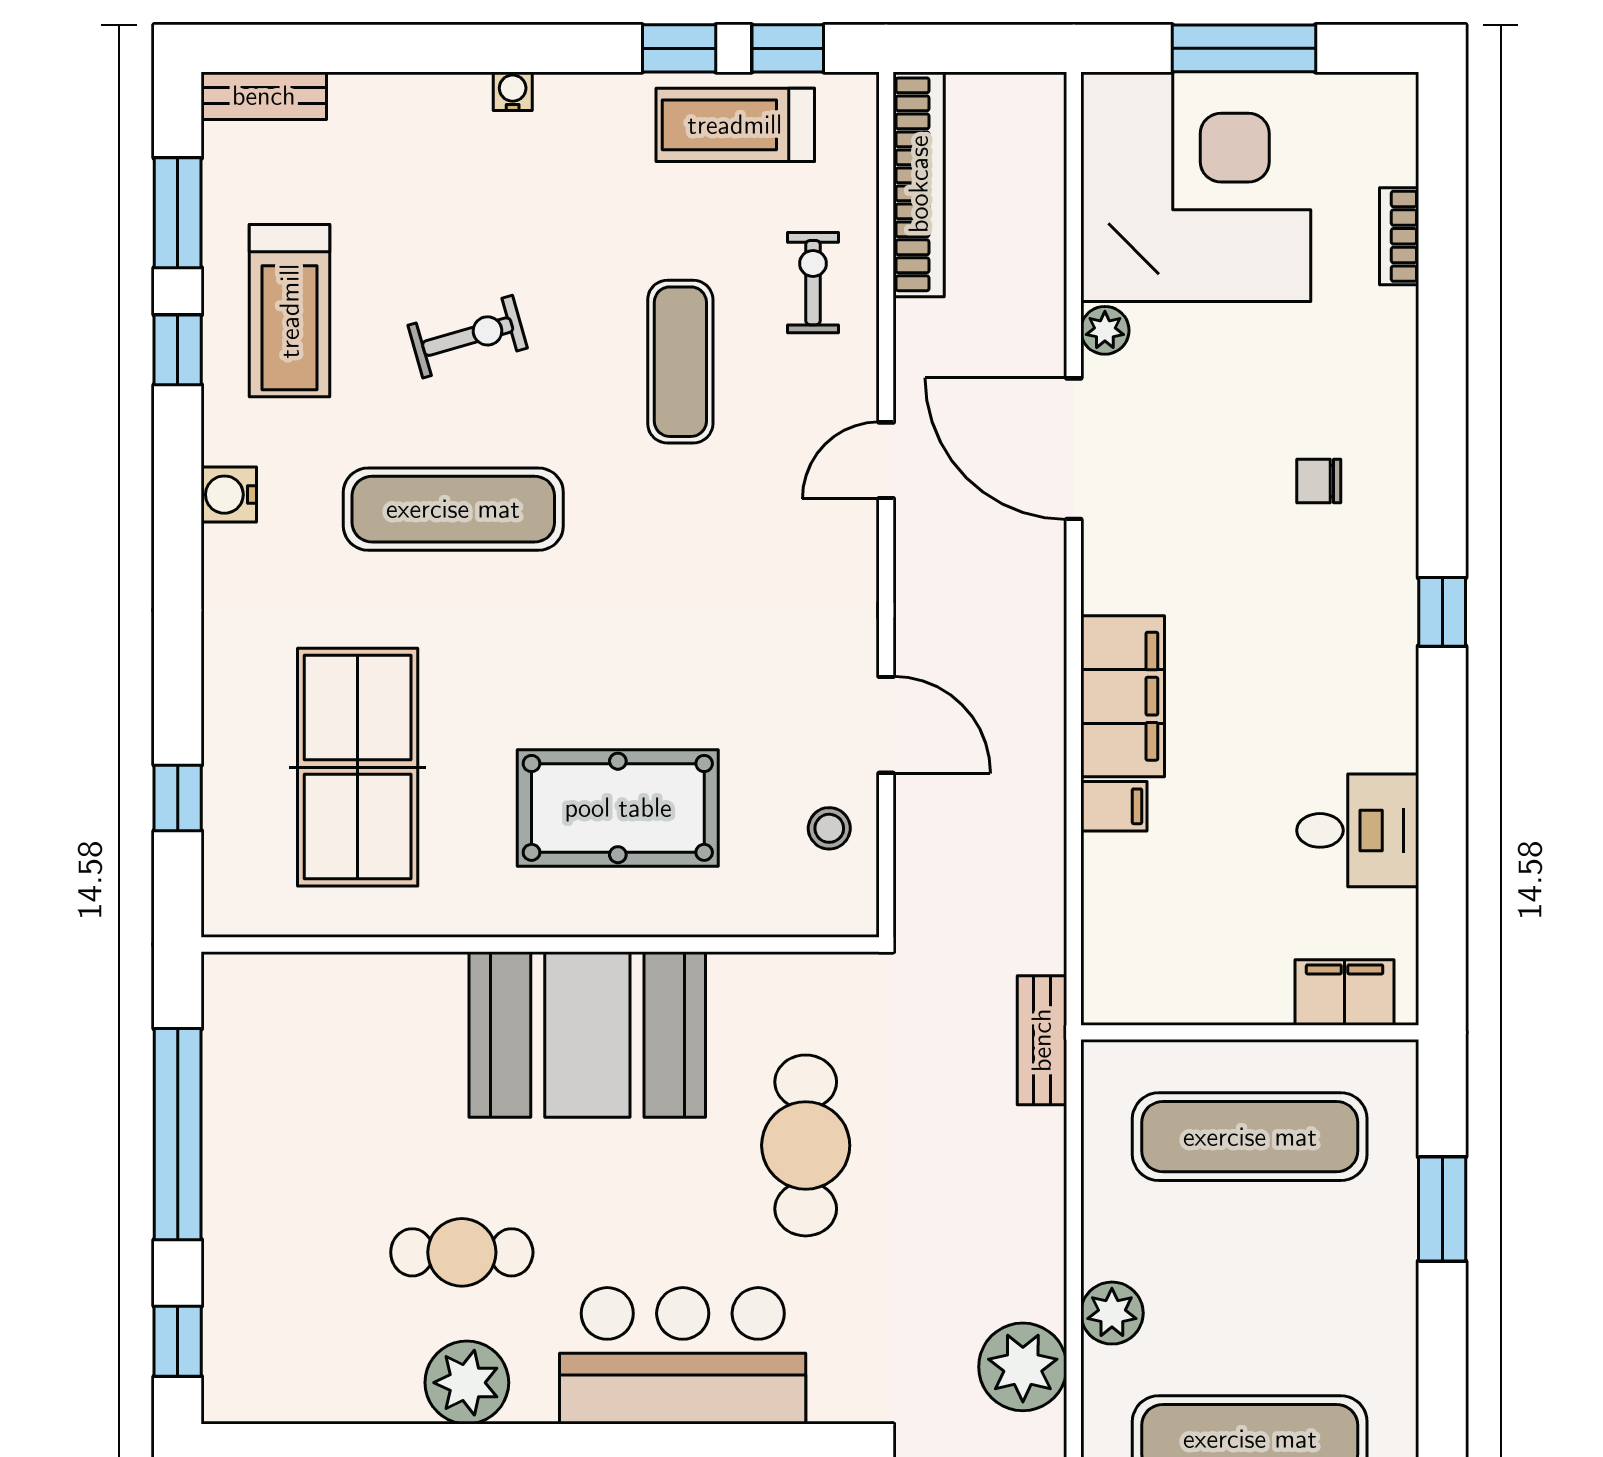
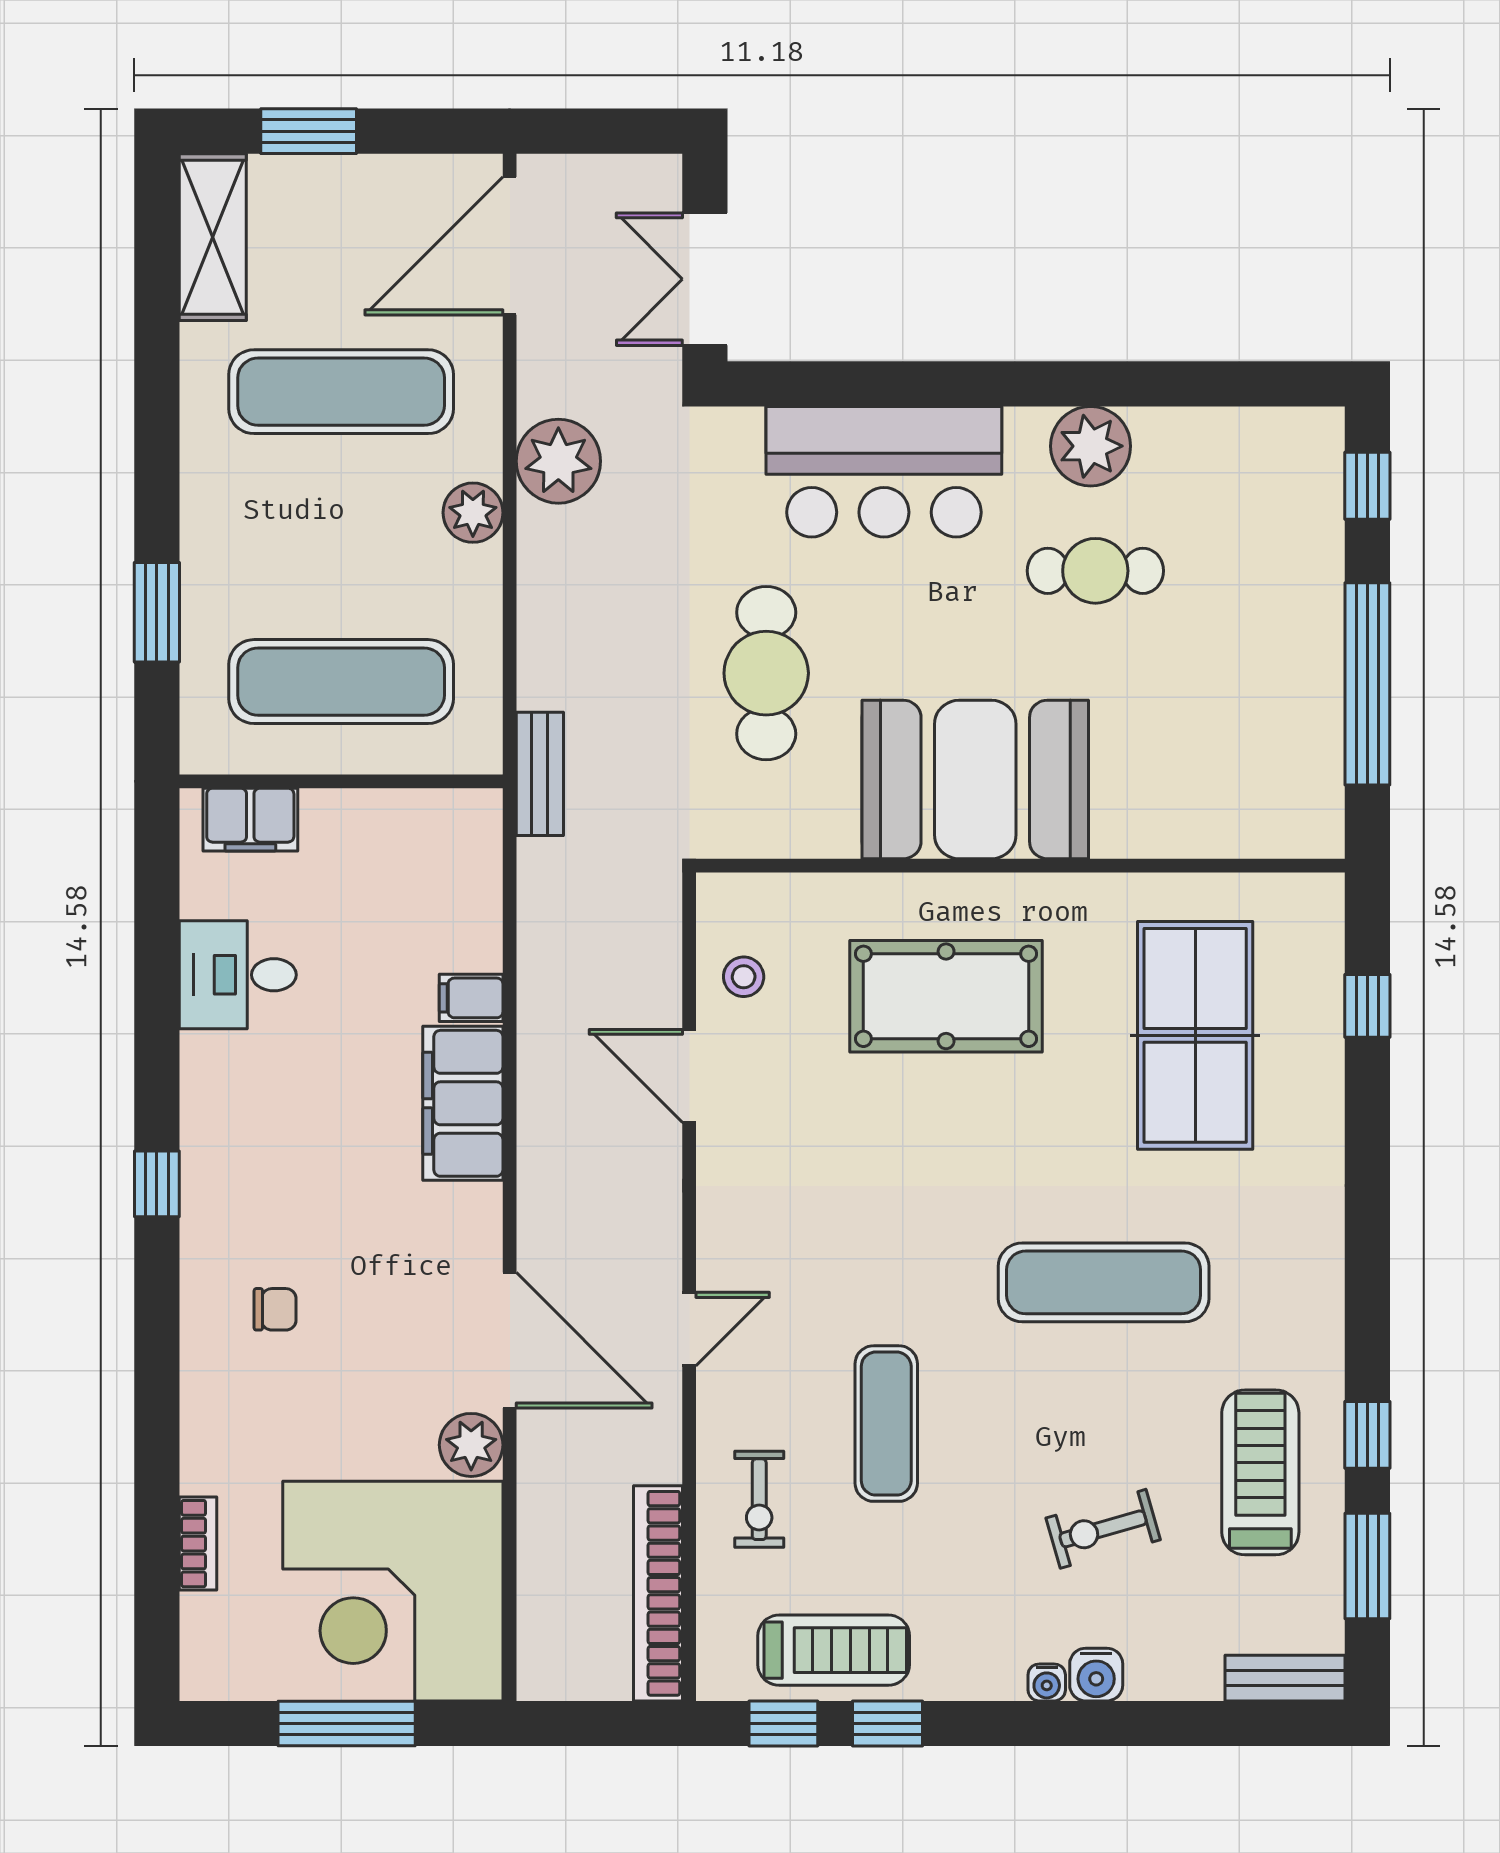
plant: (1105, 330) -> (471, 1445), width x1.38, depth x1.38
exercise bike: (468, 337) -> (1103, 1529), moved
water cooler: (229, 495) -> (1096, 1675), moved, turned 90

